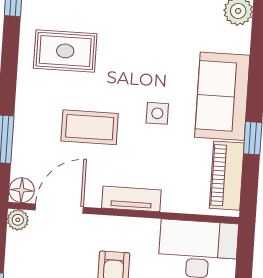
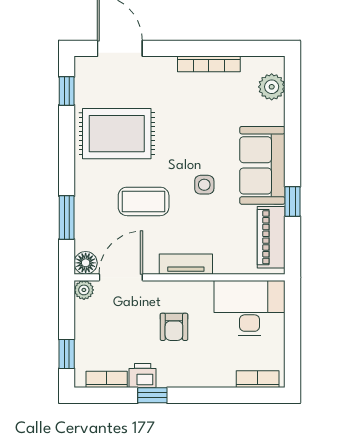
rug: (65, 51) -> (117, 134), width x1.36, depth x1.43

